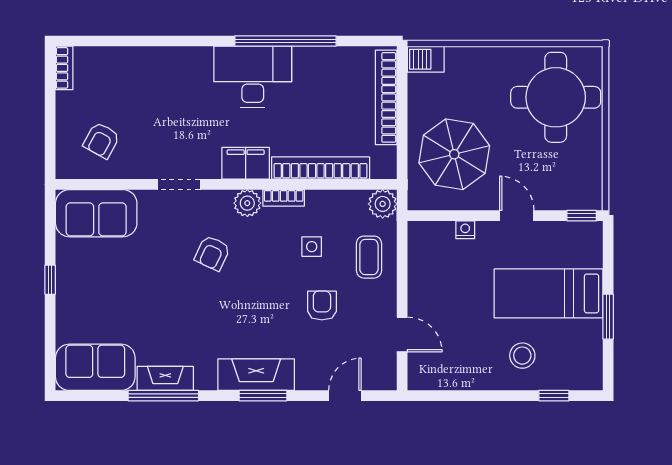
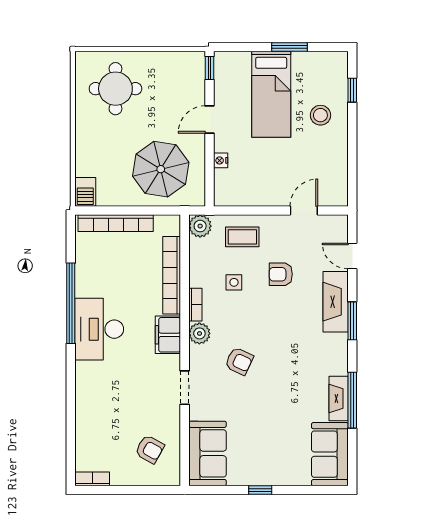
round table: (556, 97) -> (115, 89), width x0.73, depth x0.73
fireplace: (256, 375) -> (336, 302), moved

